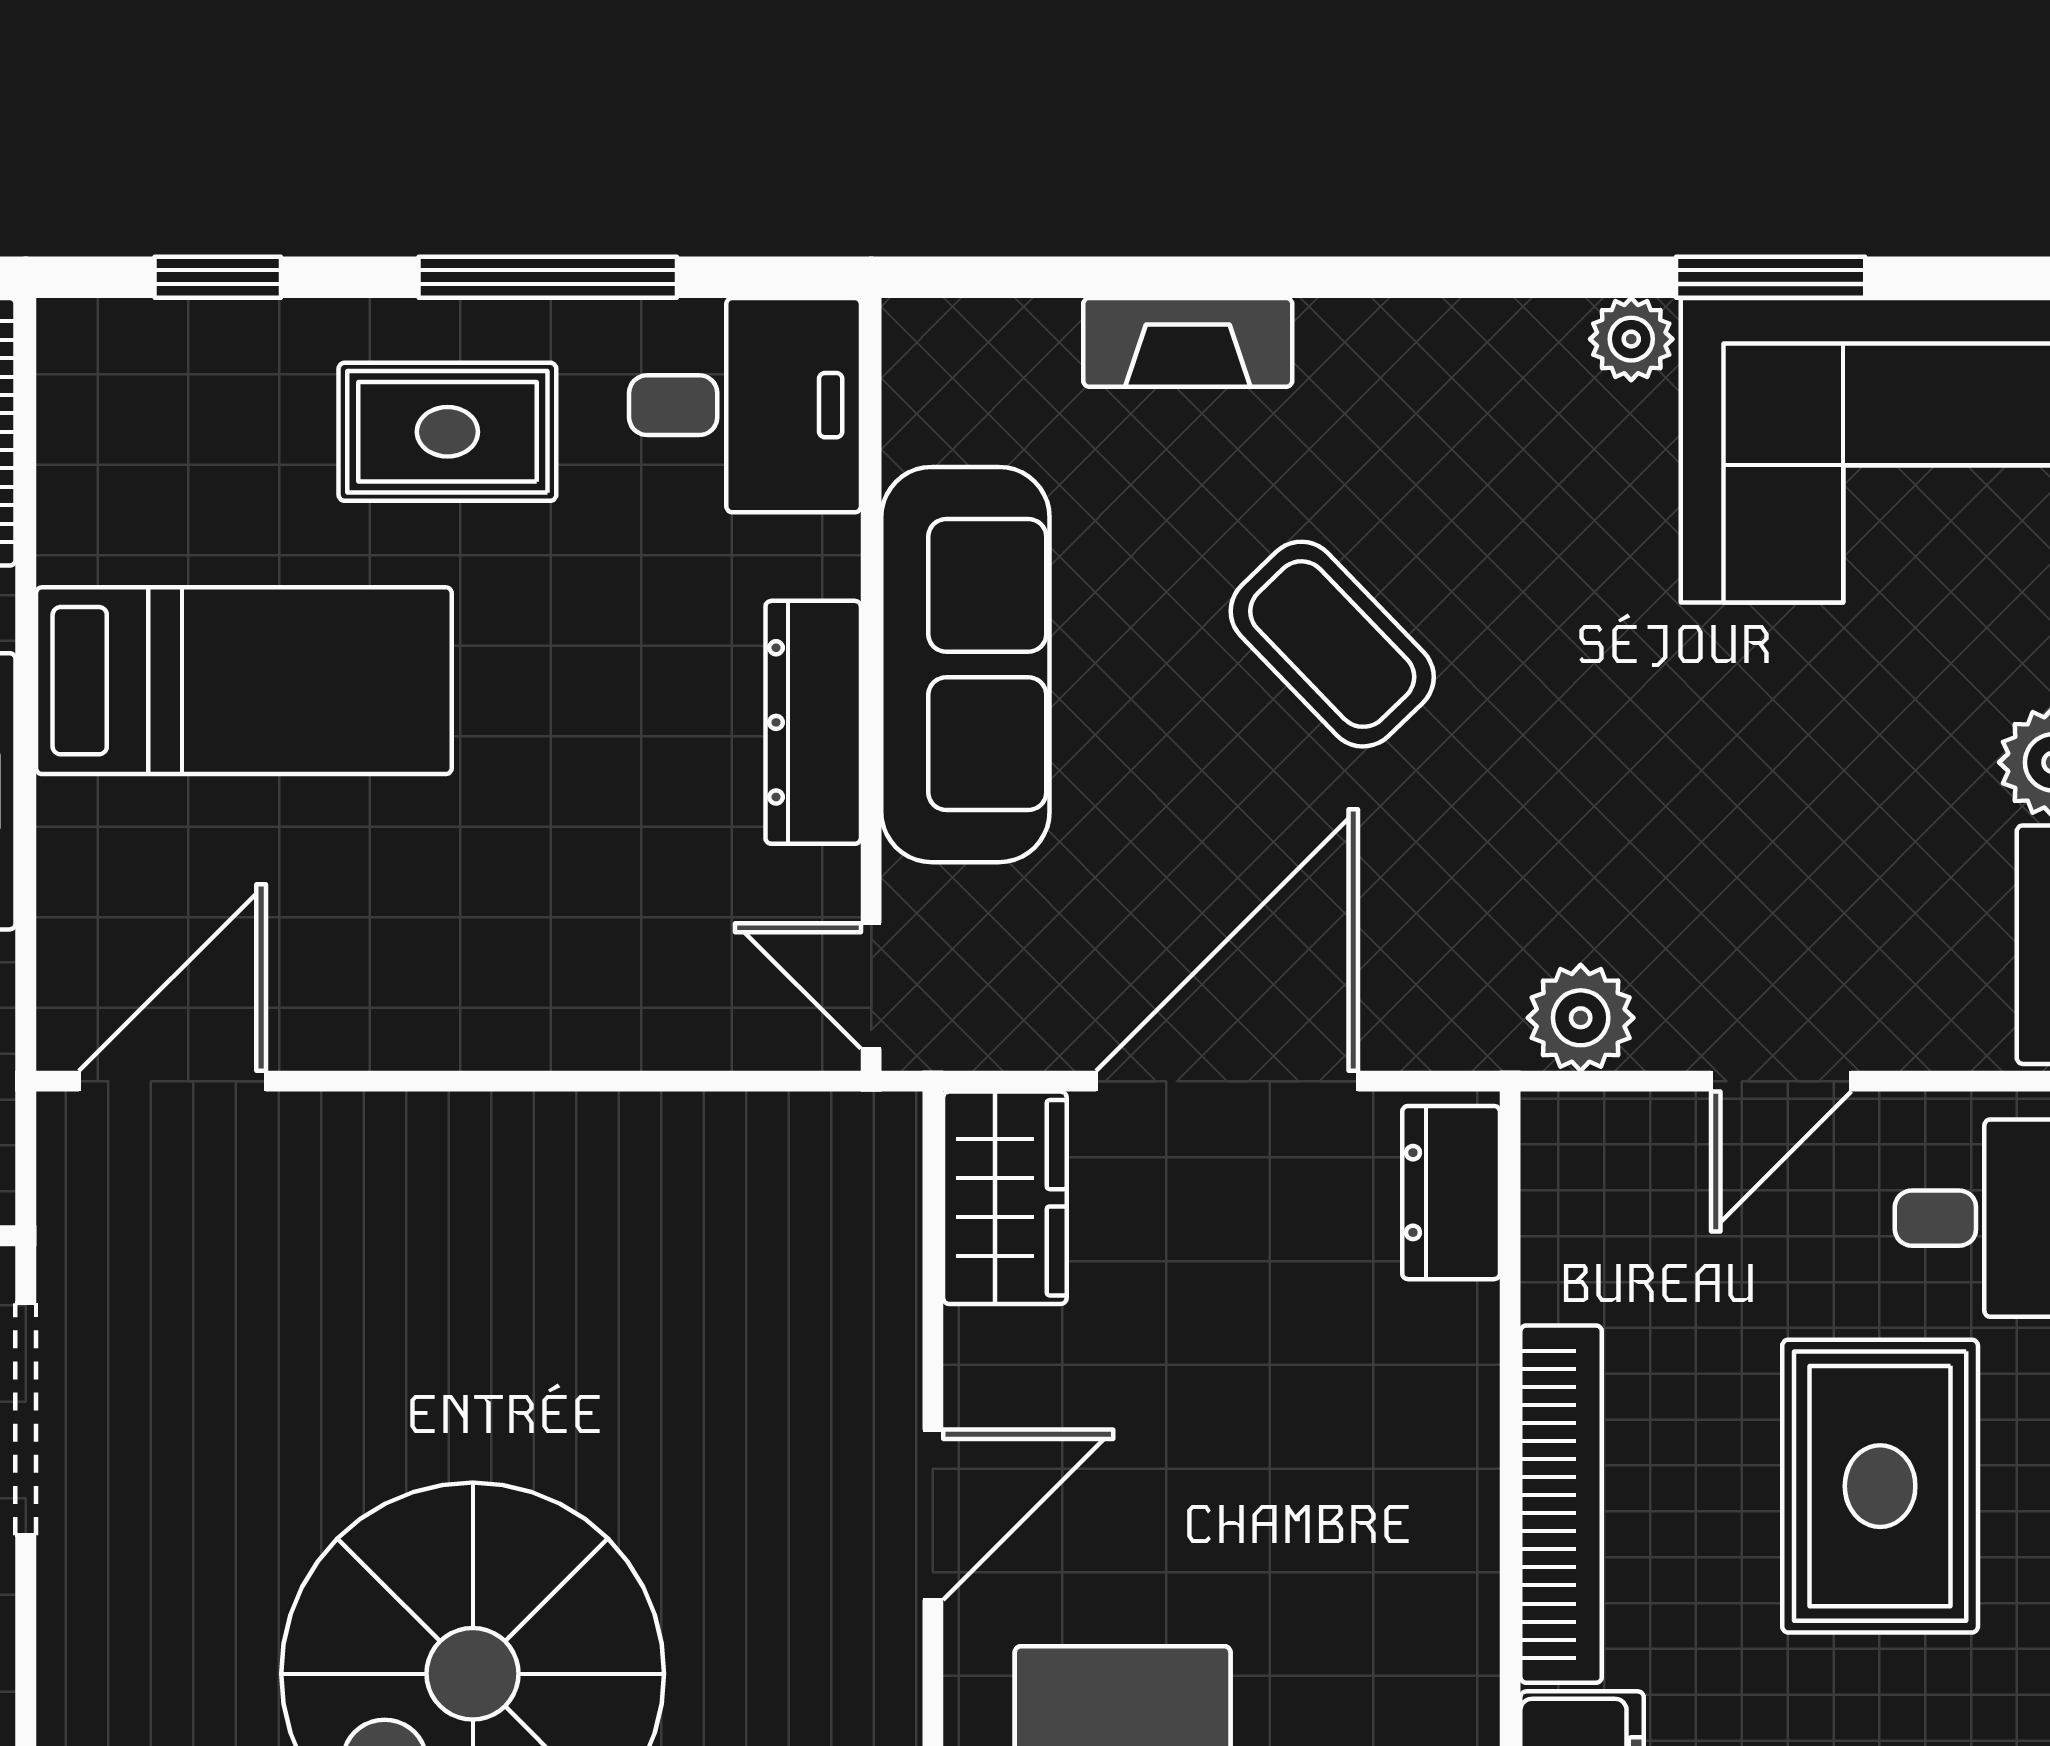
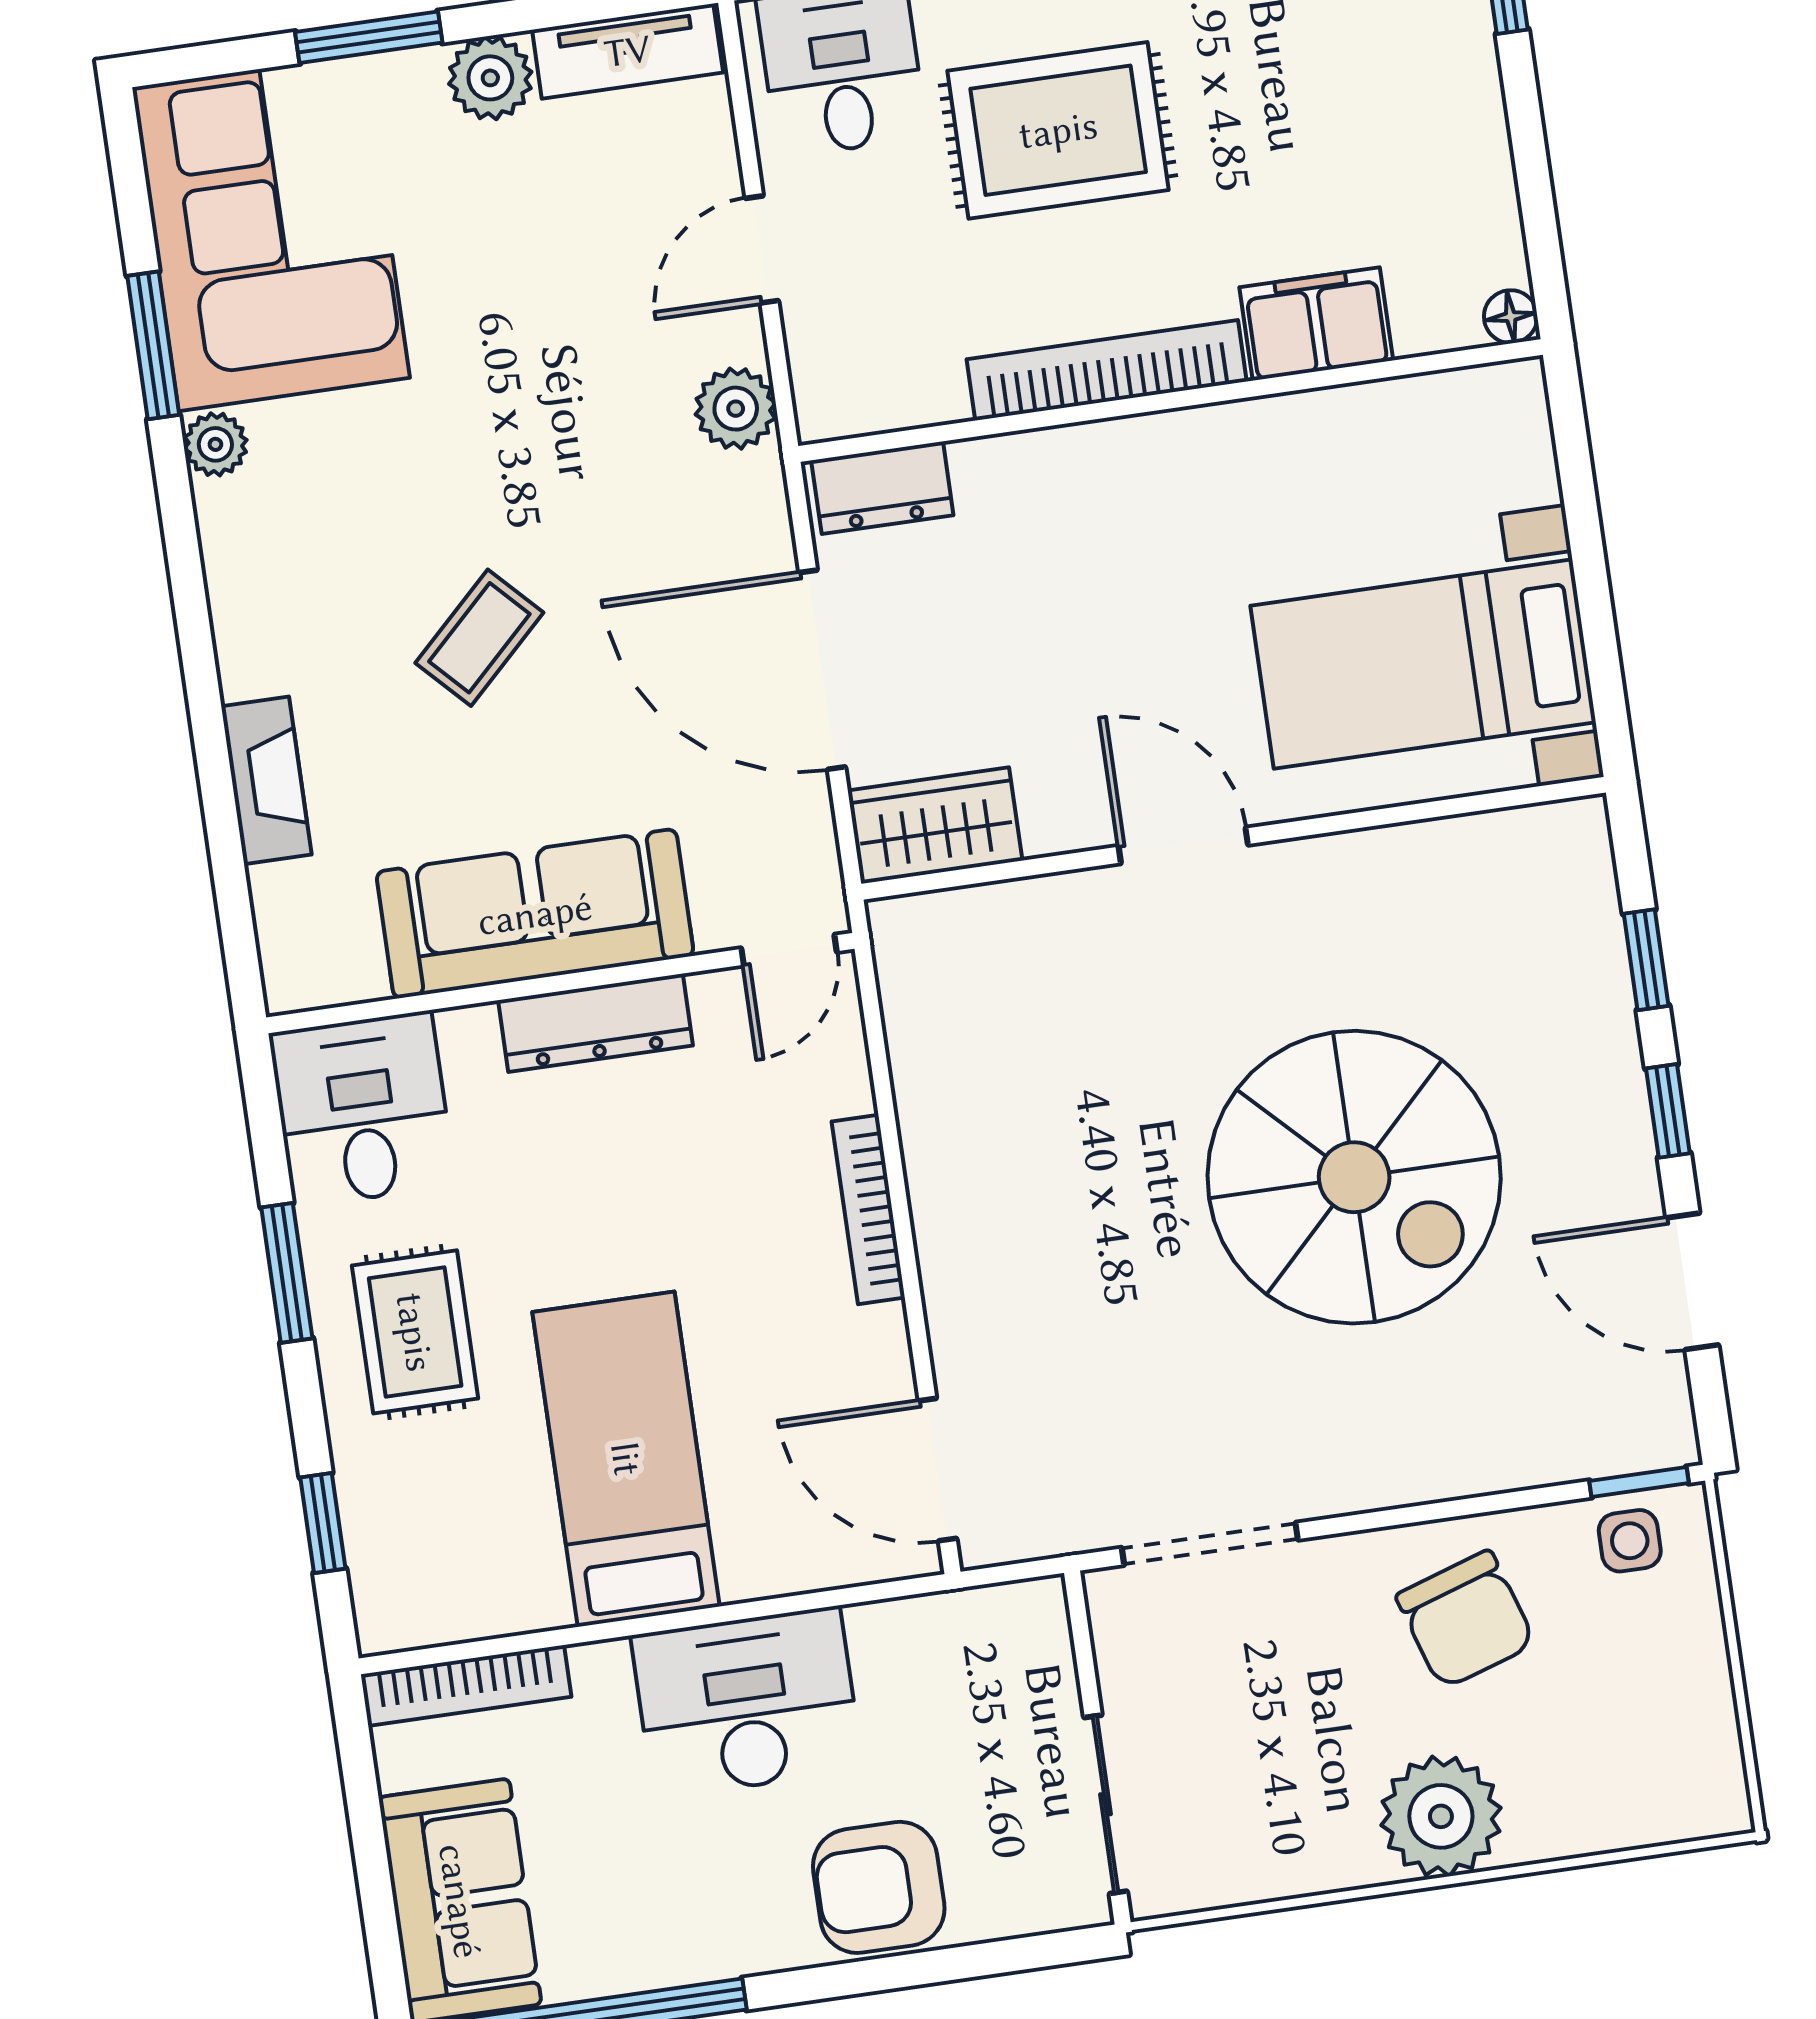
window: (548, 277) -> (287, 1273), width x0.69
coffee table: (1332, 644) -> (479, 638), width x0.73, depth x0.77
bookcase: (521, 1040) -> (868, 1210), added
door: (1781, 1081) -> (762, 250), swing flipped

